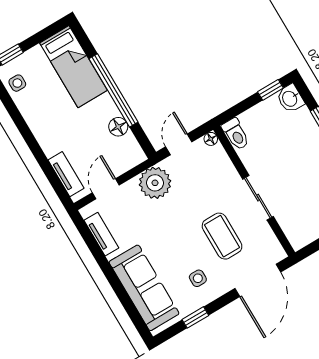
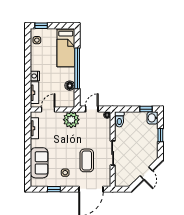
nightstand: (50, 146) -> (35, 76), added
sofa: (144, 288) -> (39, 163), width x0.73

